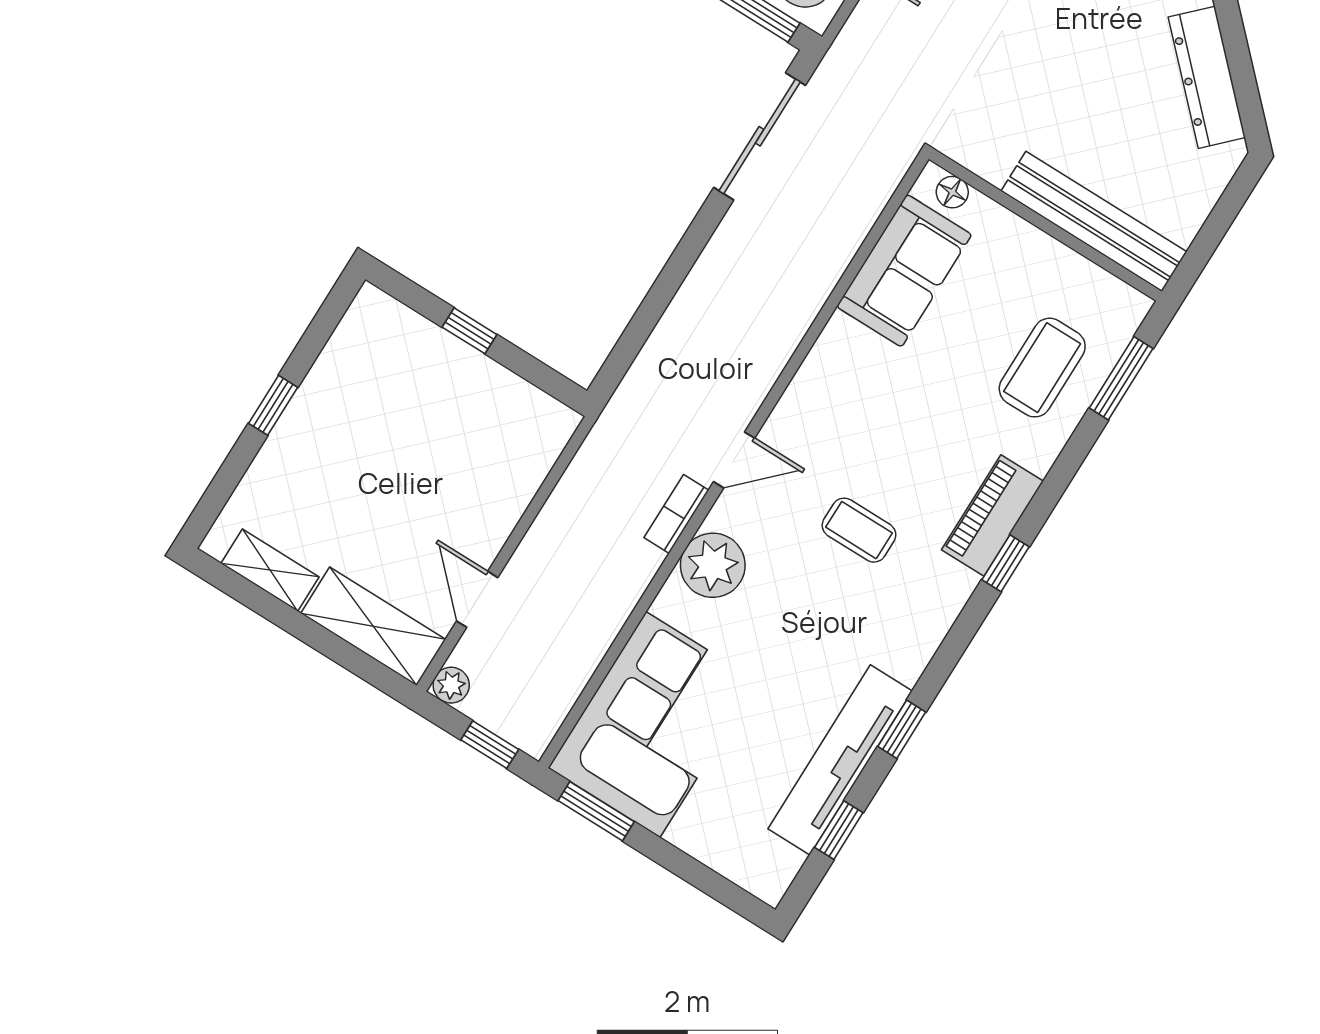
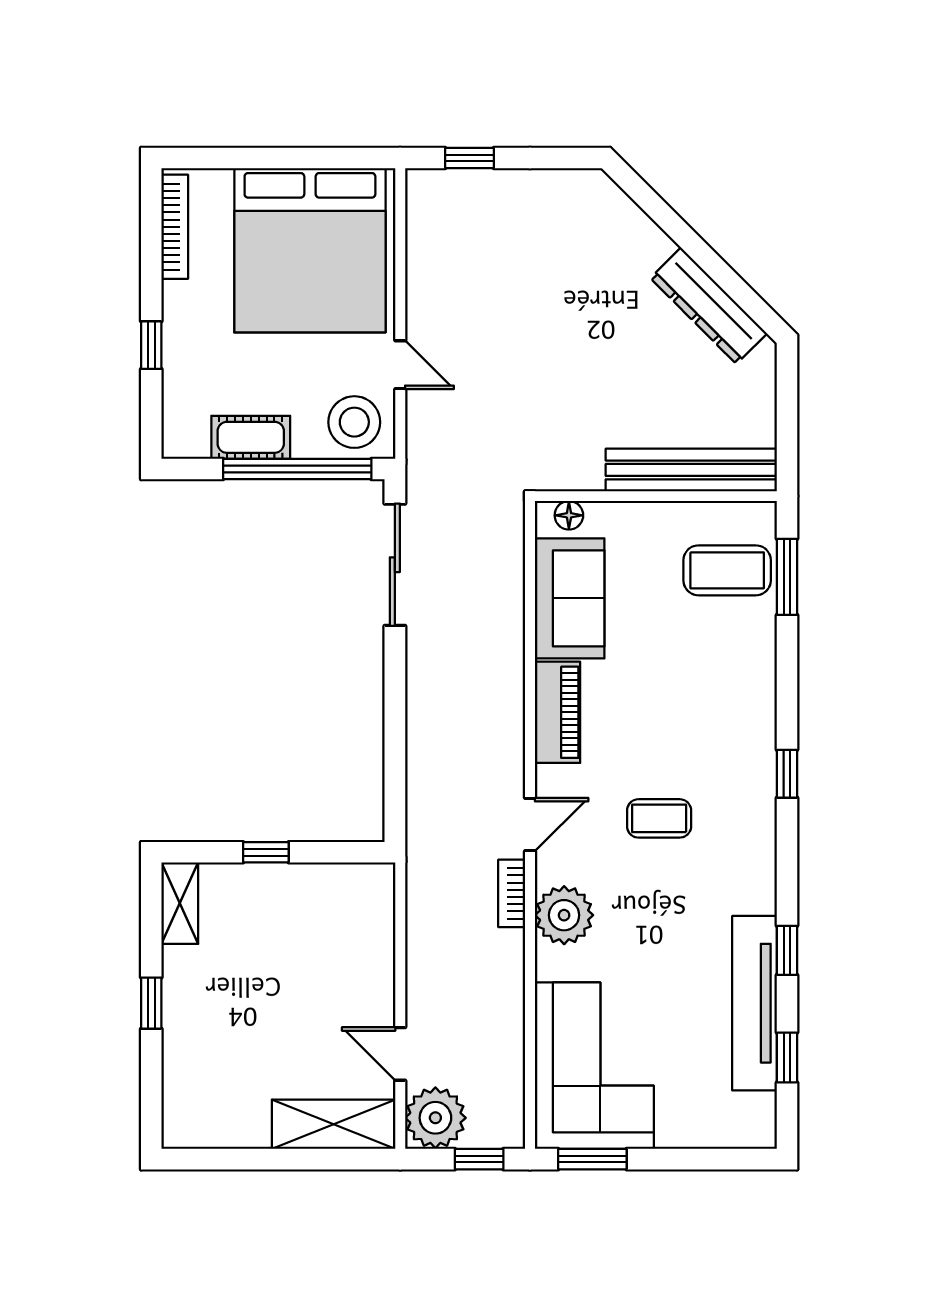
coffee table: (1042, 368) -> (727, 570), moved, turned 90
piano: (993, 515) -> (558, 712), moved, turned 180
shelving: (270, 570) -> (180, 903), moved, turned 90
plant: (451, 685) -> (435, 1118), width x1.88, depth x1.88

